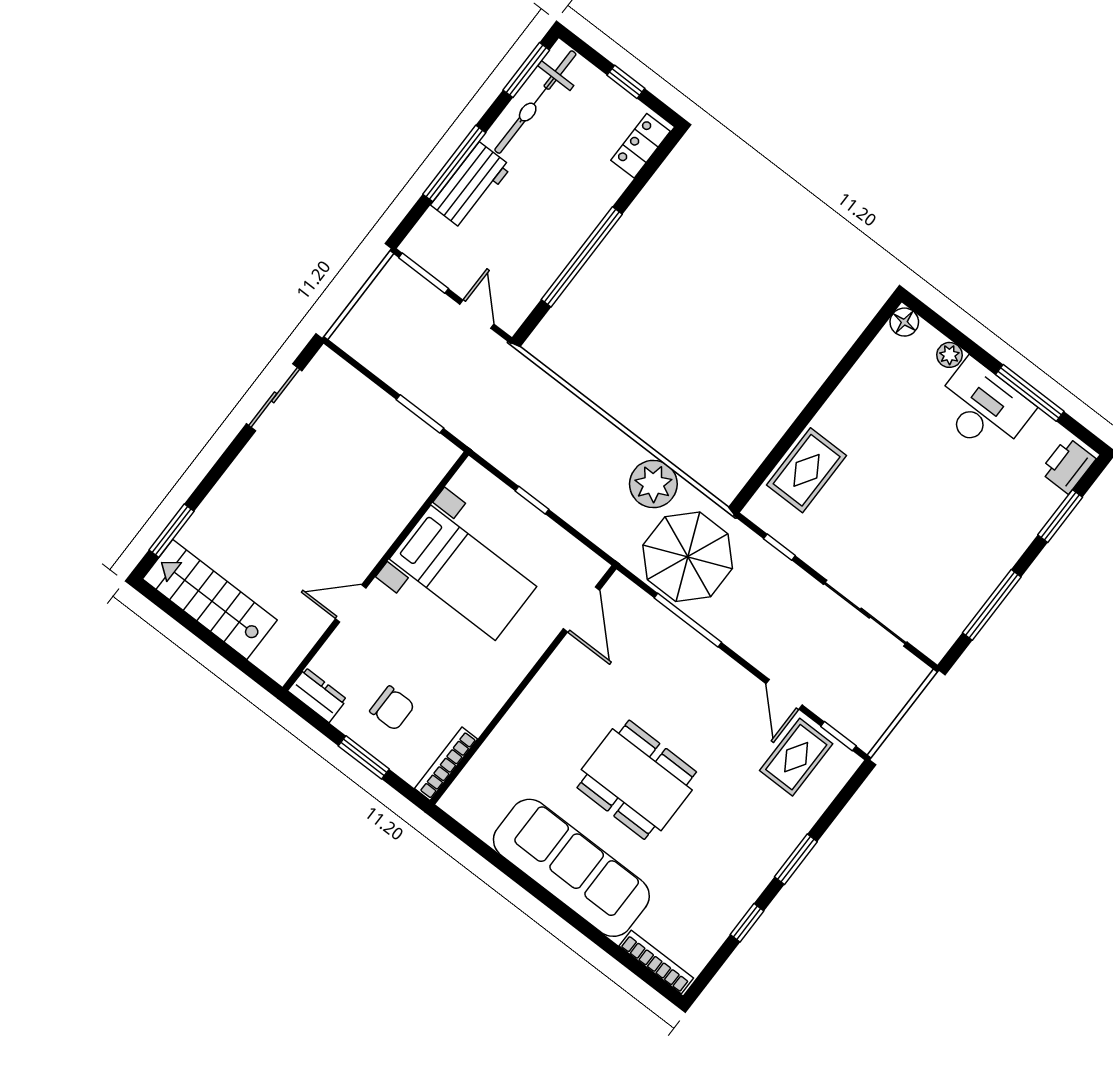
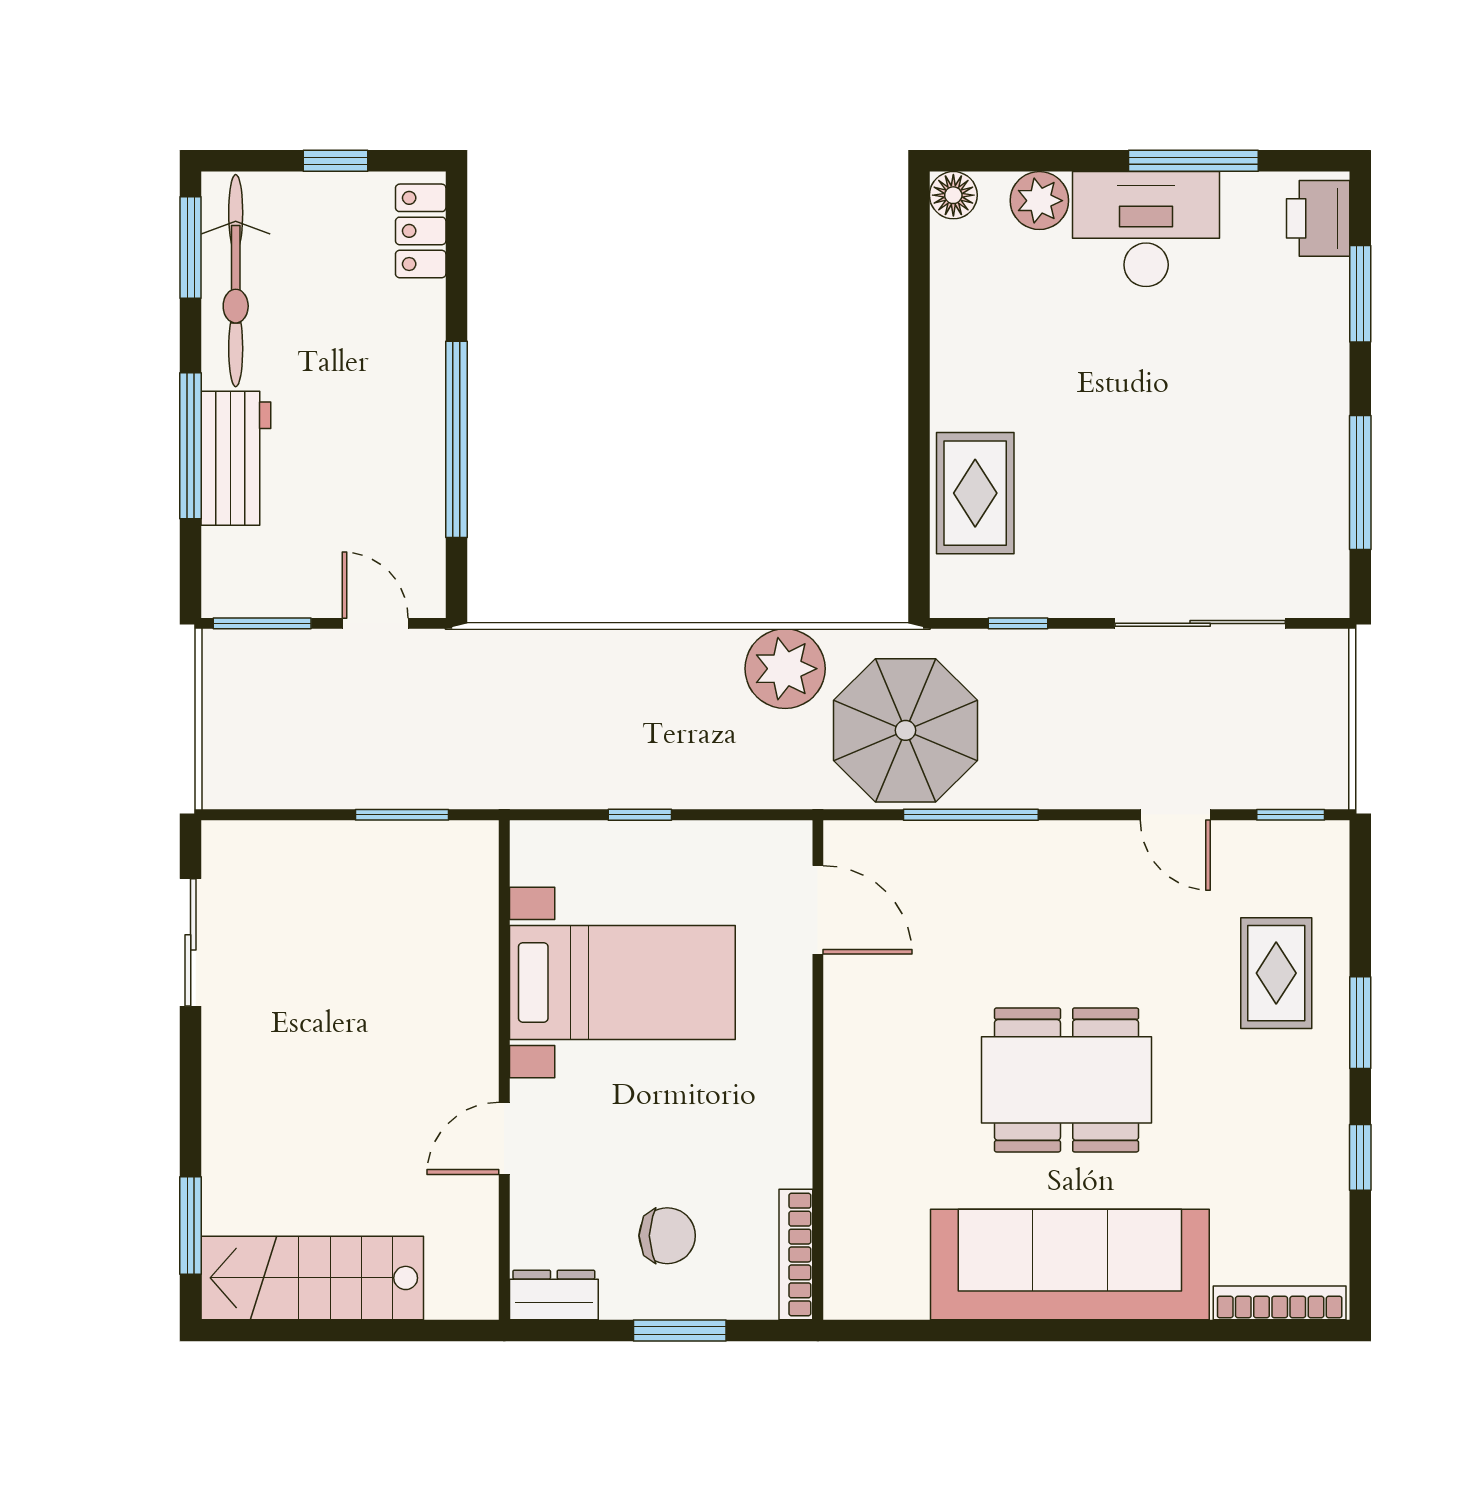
plant: (949, 355) -> (1039, 201), width x1.38, depth x1.38
rug: (796, 757) -> (1276, 973), moved

